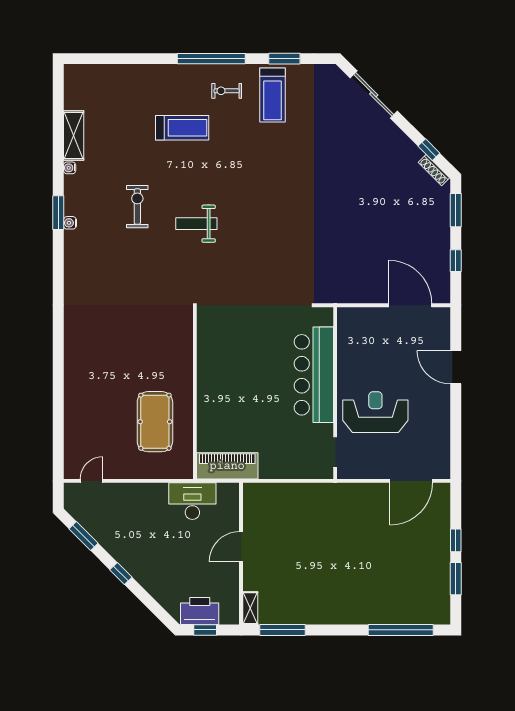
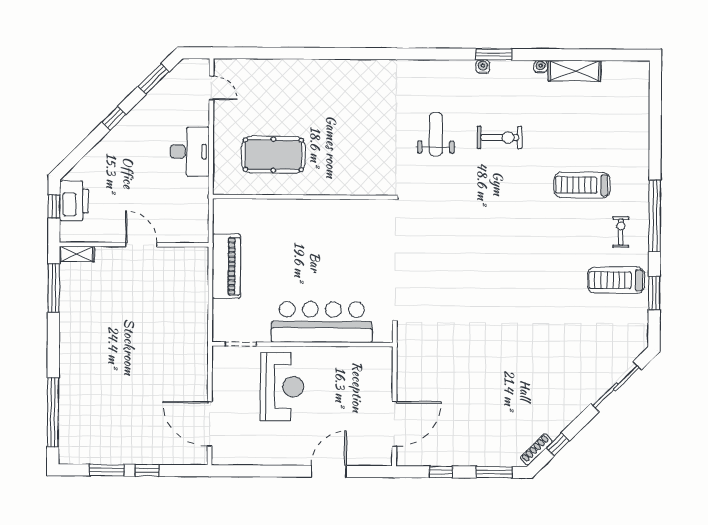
treadmill: (182, 128) -> (582, 185), turned 90
weight bench: (196, 224) -> (436, 134), moved
piano: (227, 466) -> (226, 266), moved
desk: (192, 501) -> (190, 152), moved

